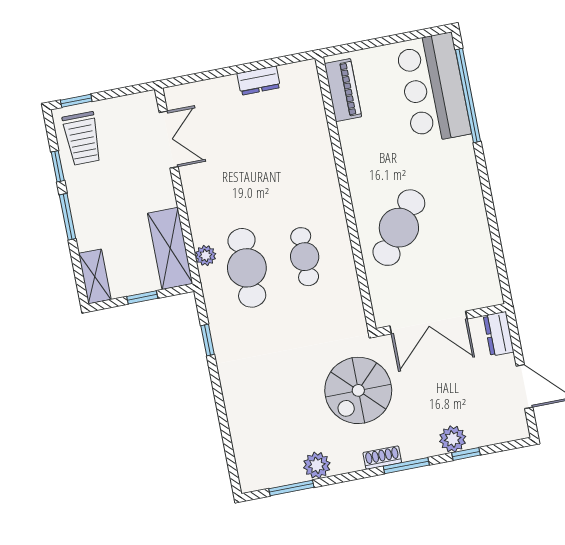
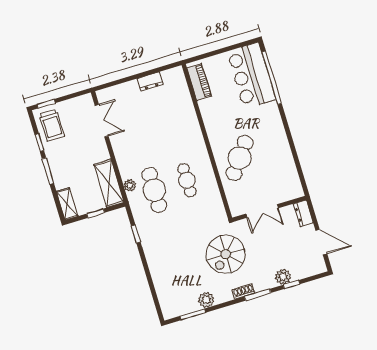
double door: (429, 322) -> (262, 211), width x0.73

